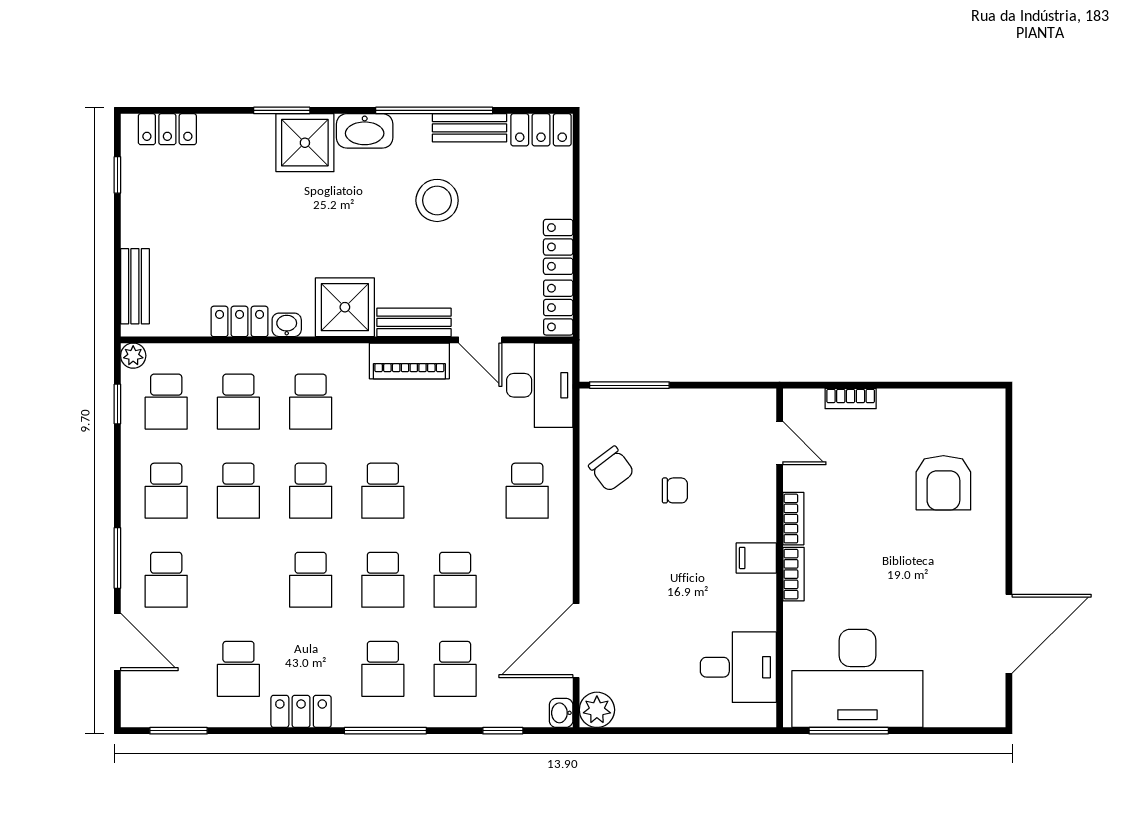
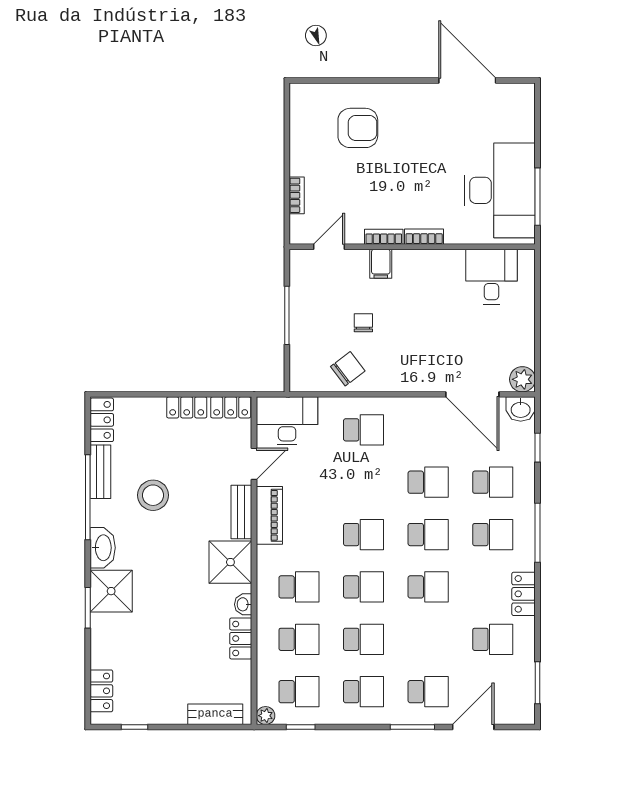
window: (629, 385) -> (287, 315), moved
filing cabinet: (756, 558) -> (381, 264), moved
washbasin: (561, 713) -> (521, 409), width x1.38, depth x1.45

